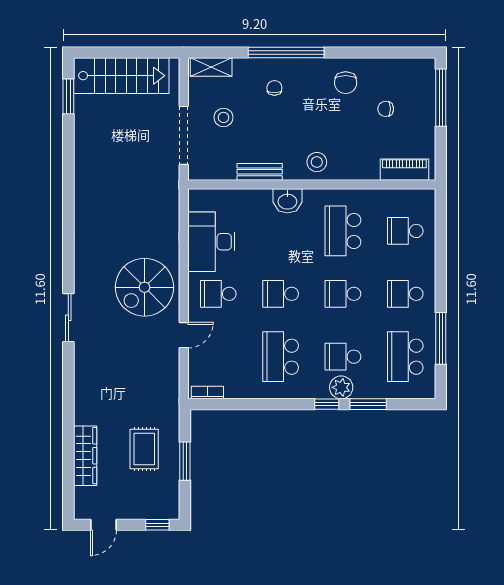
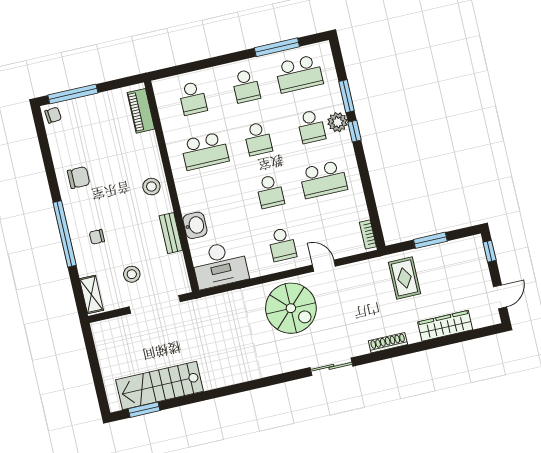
stairs: (121, 76) -> (160, 386), moved, turned -90
chair: (386, 109) -> (53, 115), moved, turned -95
washbasin: (287, 201) -> (195, 225), moved
desk: (211, 242) -> (220, 265), moved
shoe rack: (81, 387) -> (388, 343), added
rug: (144, 449) -> (404, 278), moved, turned 90
door: (103, 525) -> (500, 297), hinge flipped

